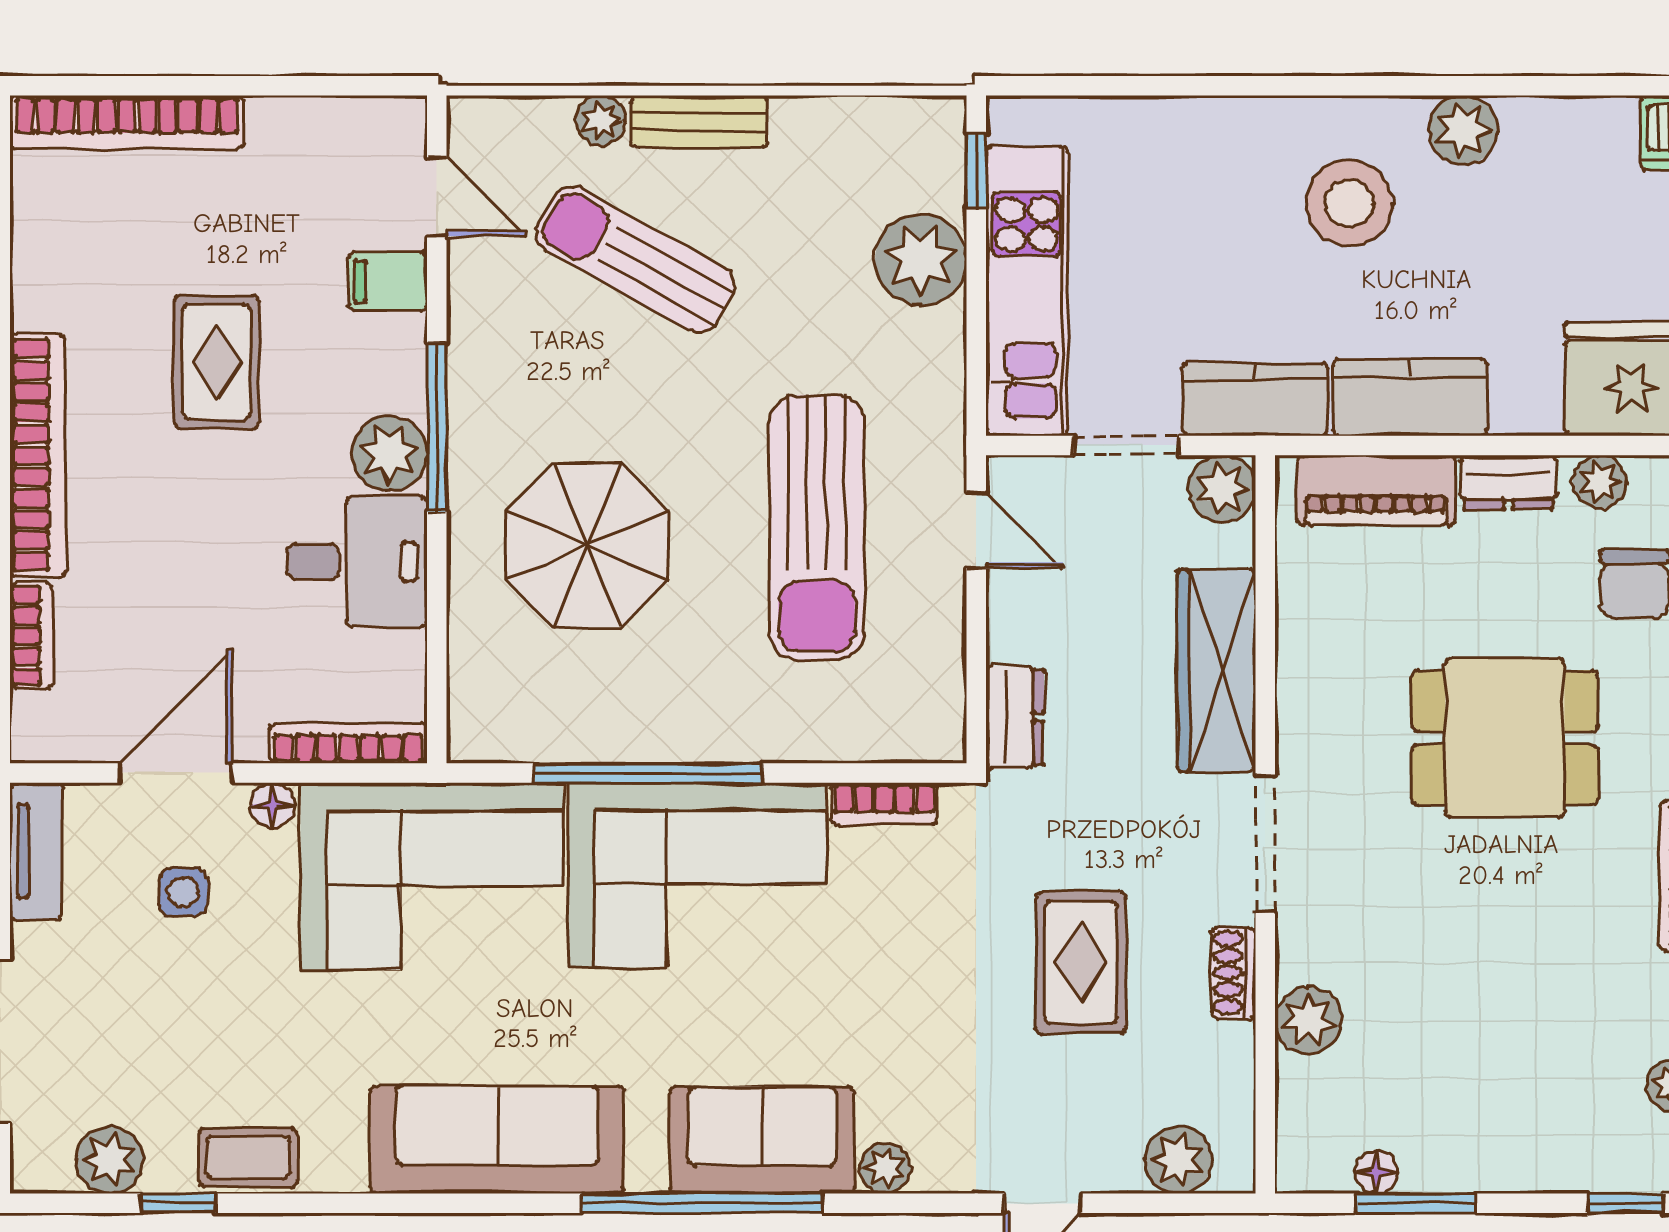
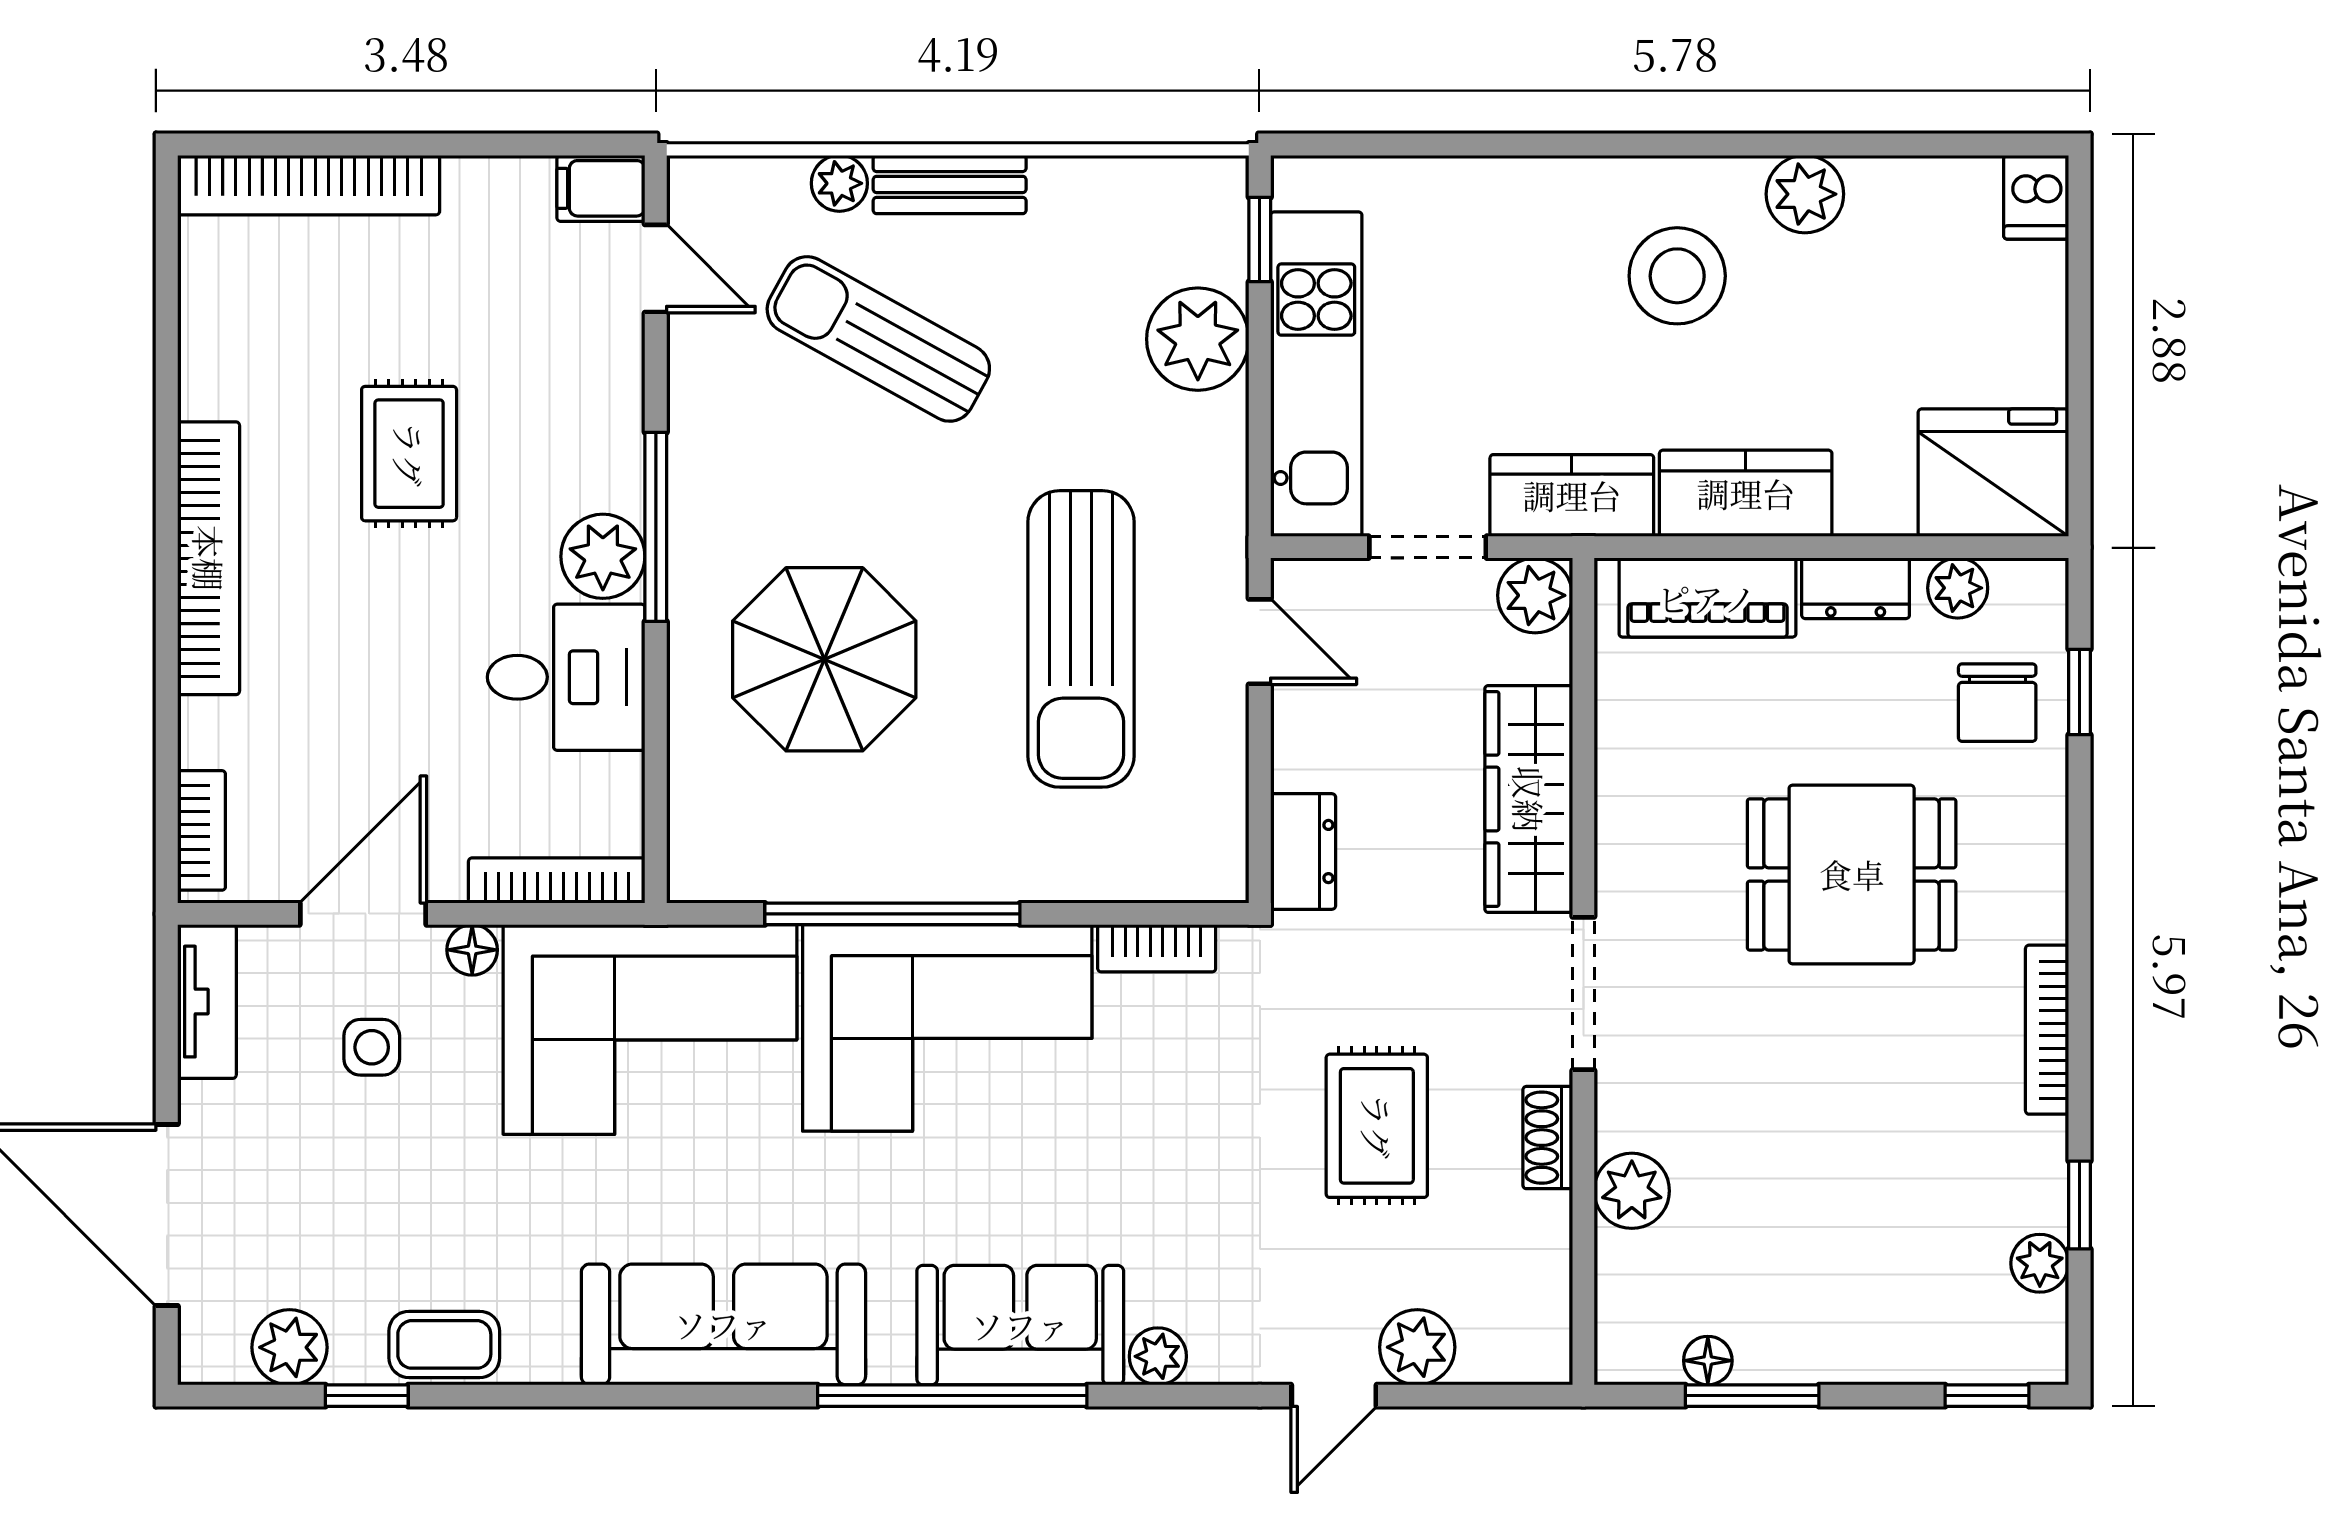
filing cabinet: (388, 281) -> (601, 188), moved
bookcase: (31, 636) -> (202, 830), moved
plant: (1178, 1160) -> (1417, 1347), moved

